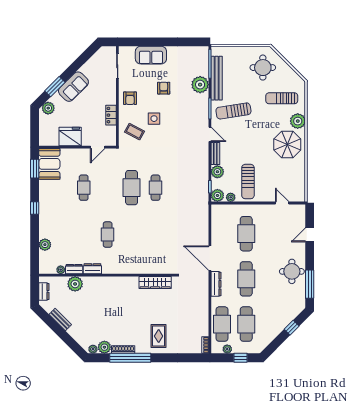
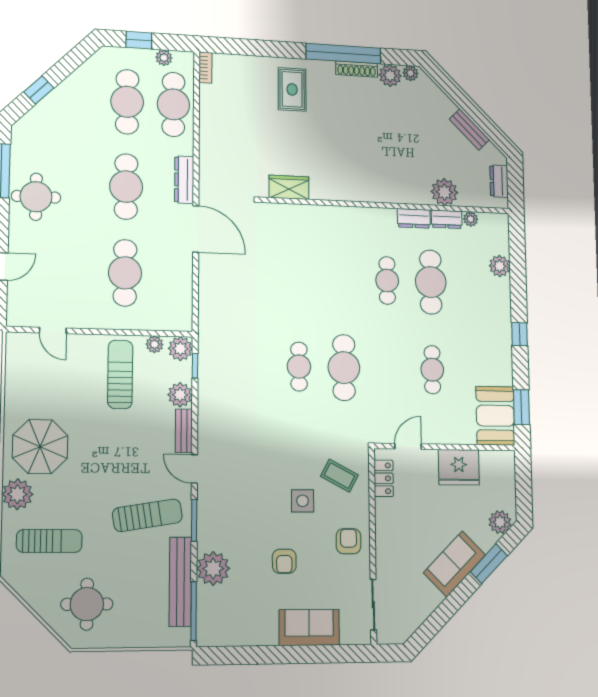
locker: (111, 115) -> (384, 478), moved
cafe table: (84, 235) -> (431, 282), added
wardrobe: (155, 283) -> (289, 187), width x0.67

